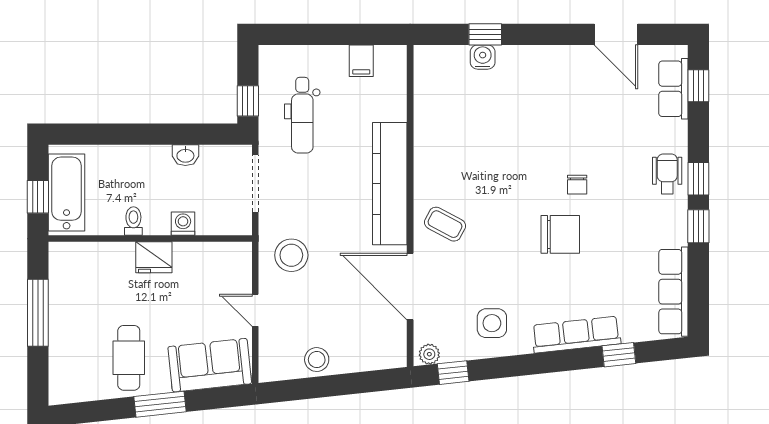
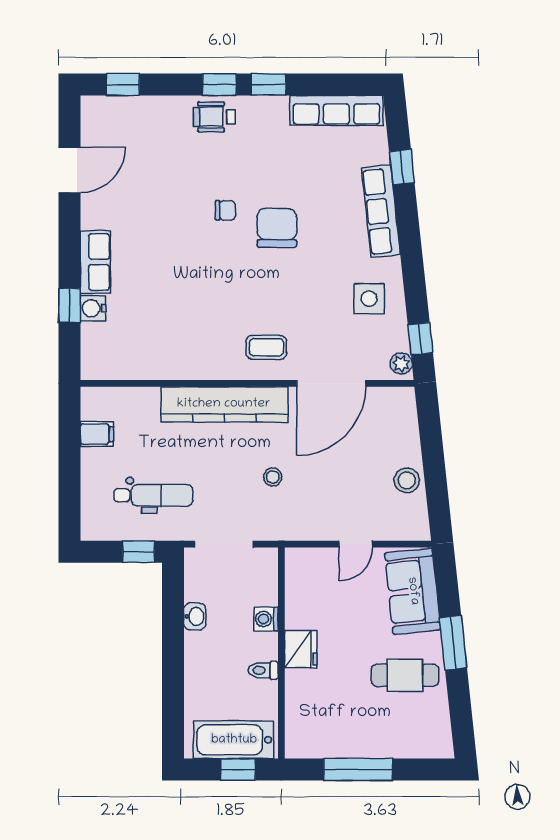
row of seats: (673, 89) -> (95, 262), moved, turned -90
coffee table: (445, 224) -> (266, 347), turned 62
stool: (291, 255) -> (273, 477), moved, width x0.53, depth x0.53

